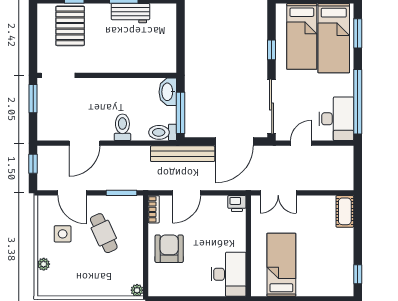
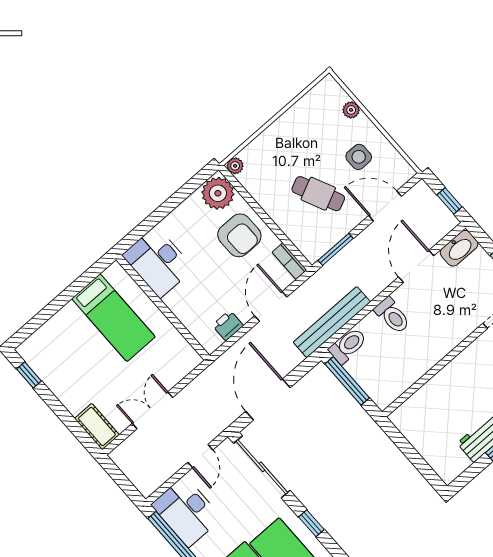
washbasin: (168, 92) -> (459, 248), moved, turned 90
bench: (183, 154) -> (332, 322), moved
double door: (278, 193) -> (152, 410), moved
printer: (237, 204) -> (228, 325), moved
plant: (160, 283) -> (218, 193), added

